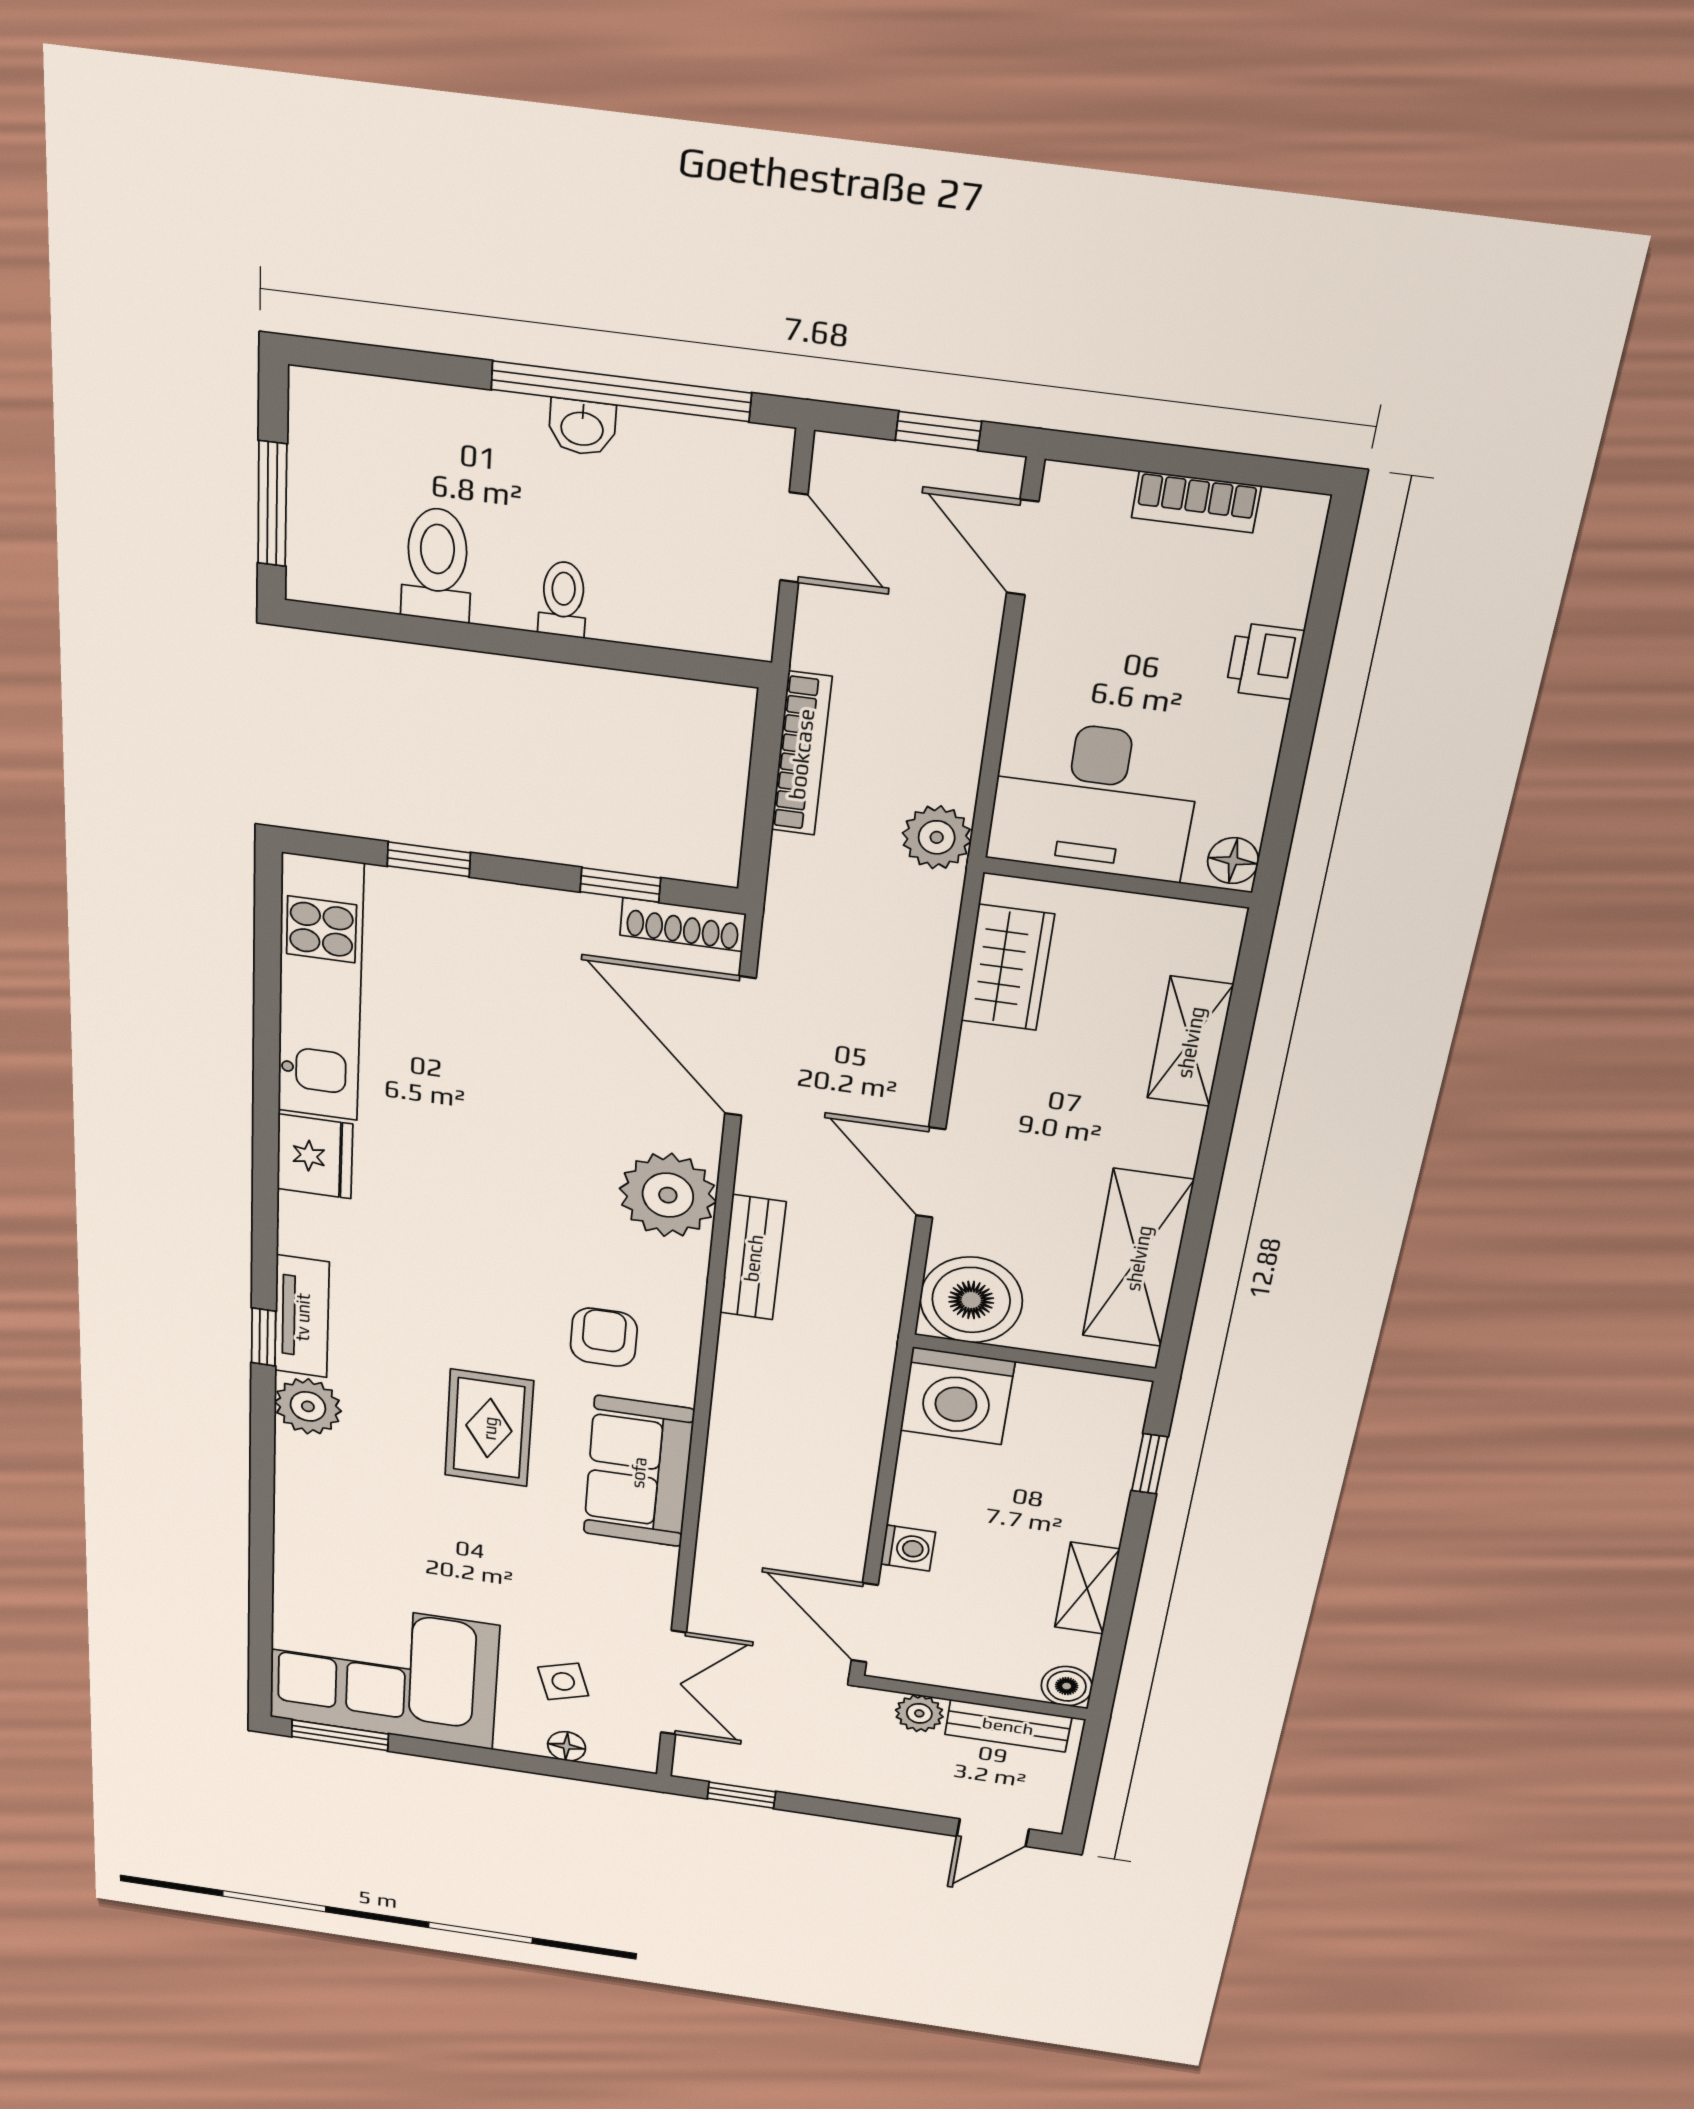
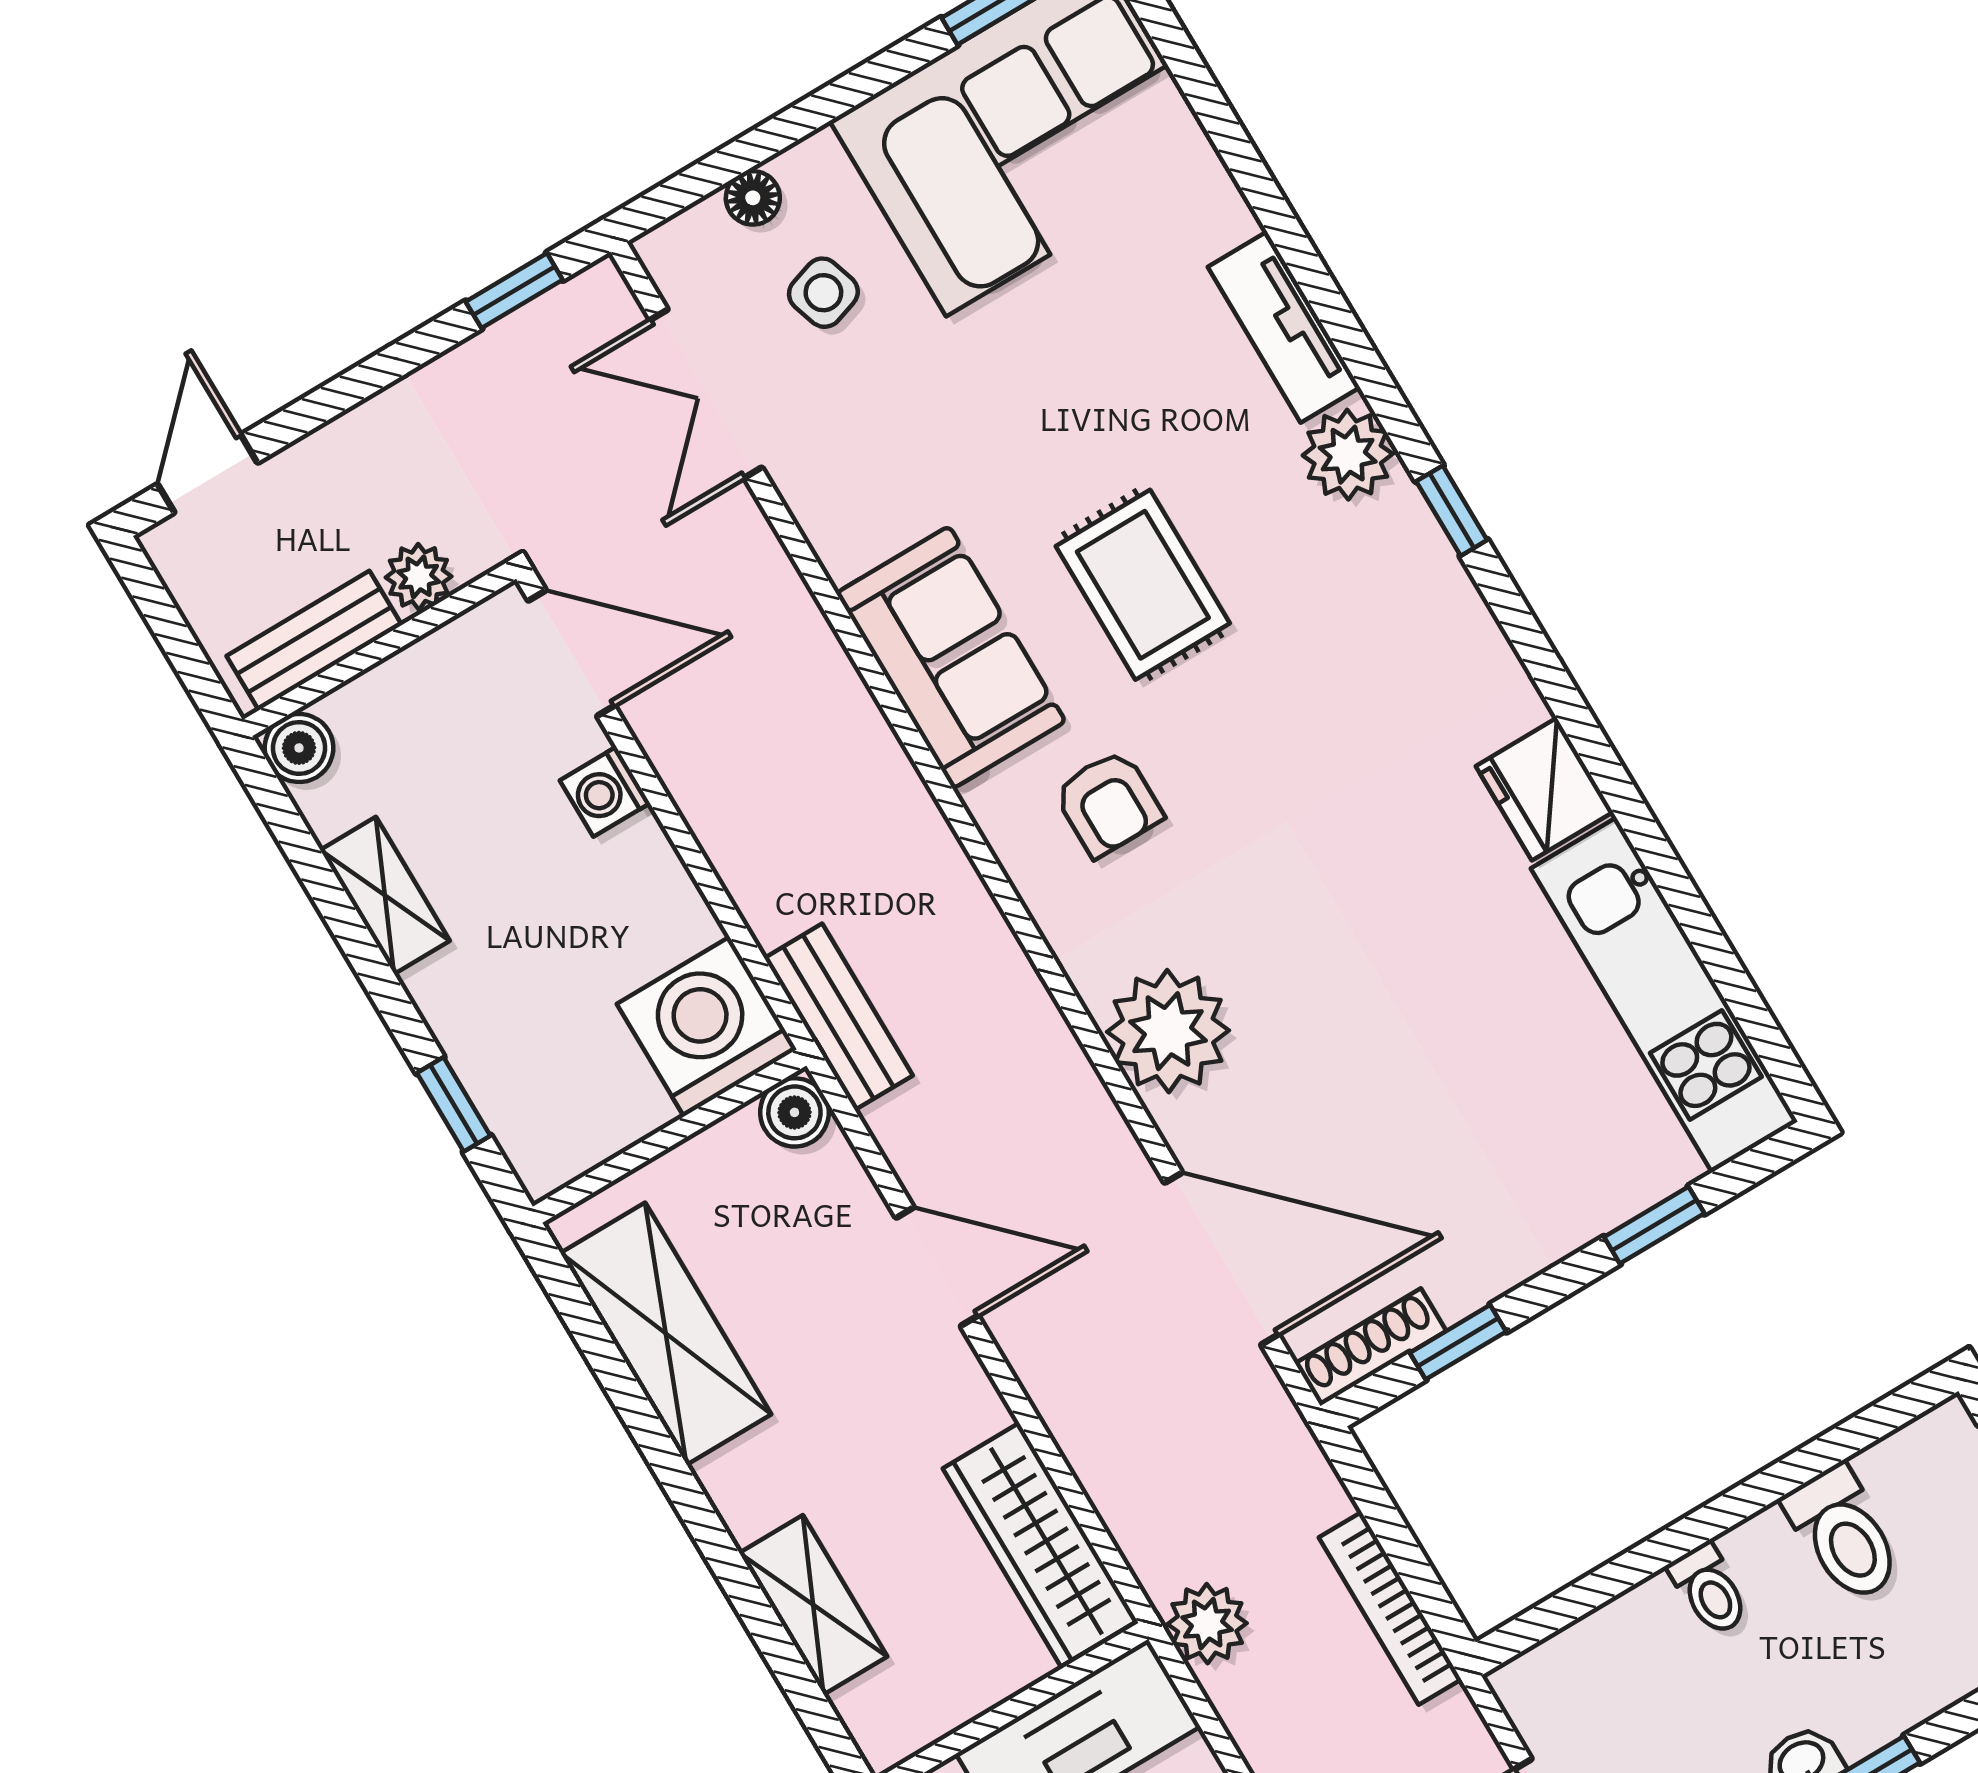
wardrobe: (1007, 968) -> (1040, 1545), width x1.50
bench: (753, 1258) -> (838, 1017), moved
boiler: (971, 1300) -> (794, 1112), width x0.54, depth x0.54
tv unit: (302, 1317) -> (1284, 327), moved

